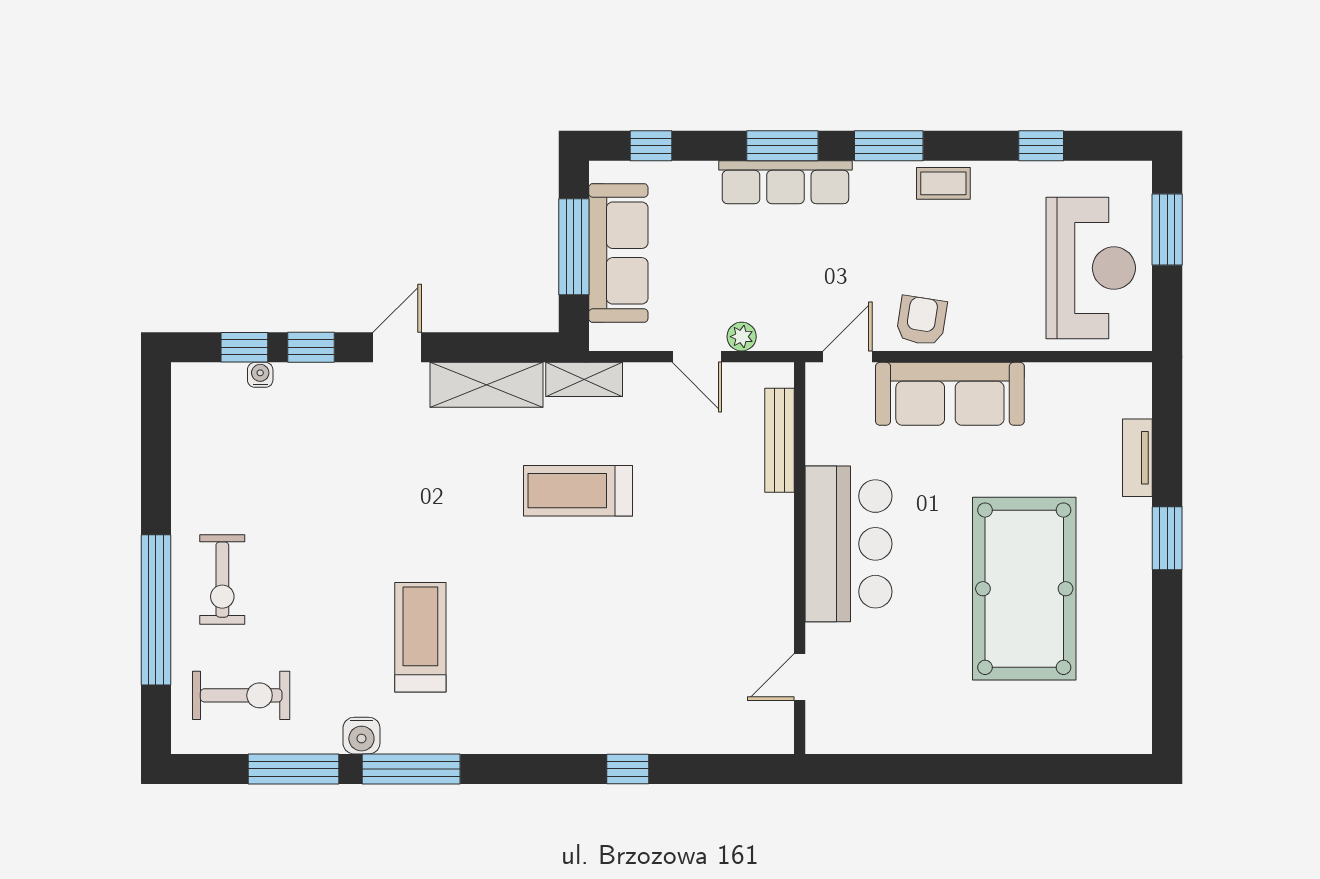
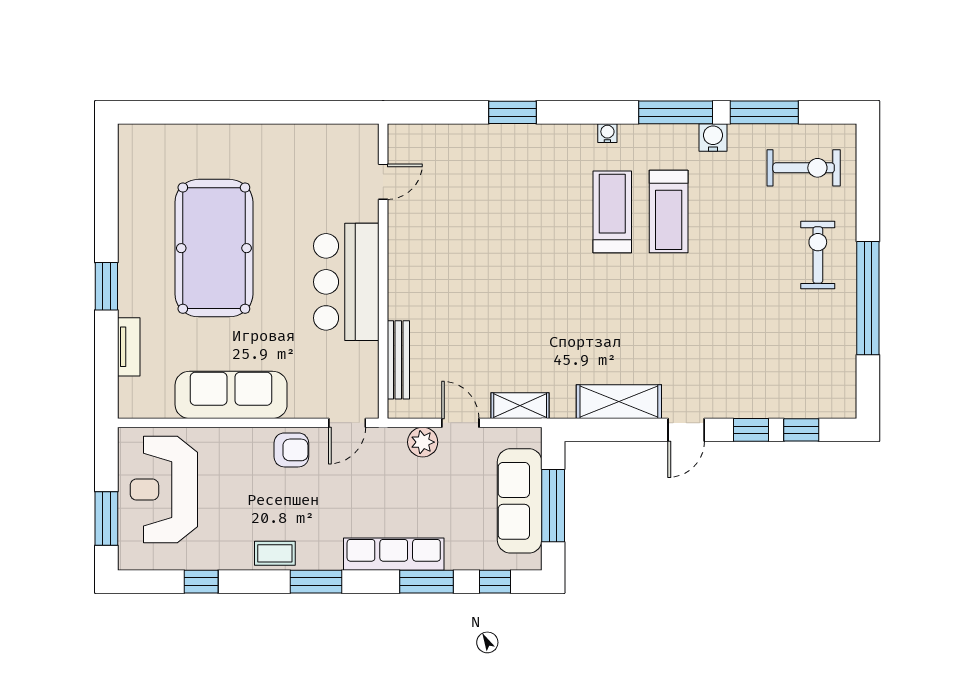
window: (782, 146) -> (427, 582), moved
armchair: (921, 321) -> (291, 450), turned -99
plant: (742, 337) -> (423, 442), width x1.38, depth x1.38
water cooler: (260, 375) -> (607, 133), moved, turned 180
shelving: (584, 379) -> (520, 406), moved
sofa: (950, 394) -> (231, 395), moved
treadmill: (578, 491) -> (612, 212), moved, turned -90
window: (156, 610) -> (868, 298), moved
exercise bike: (241, 695) -> (804, 168), turned 180
window: (628, 769) -> (512, 112), width x1.50

